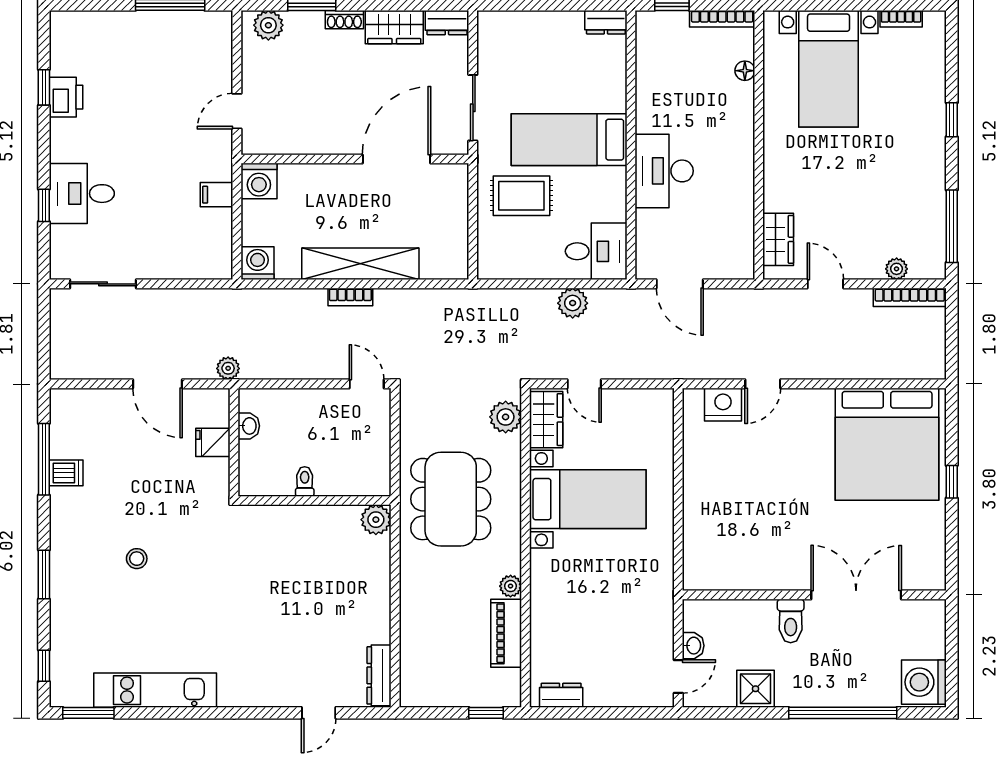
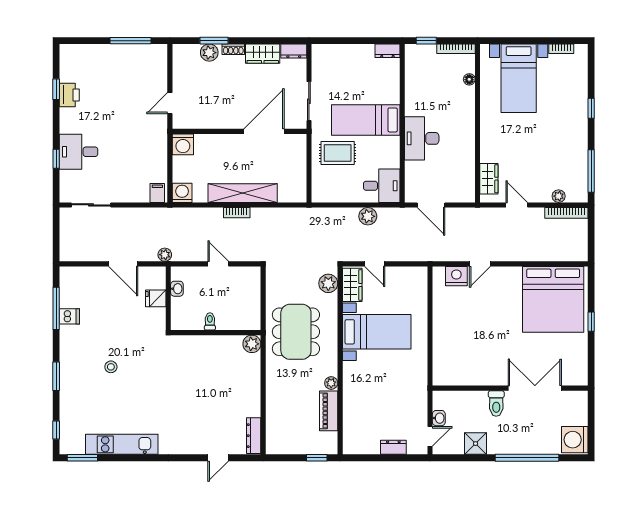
plant: (268, 25) -> (209, 53), moved
filing cabinet: (216, 195) -> (157, 193), moved, turned 90
door: (367, 384) -> (218, 264), moved
dresser: (561, 695) -> (393, 447), moved

